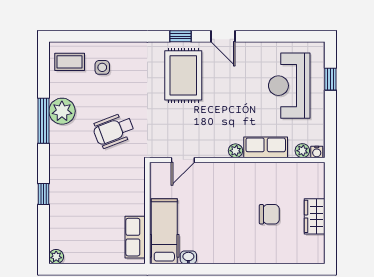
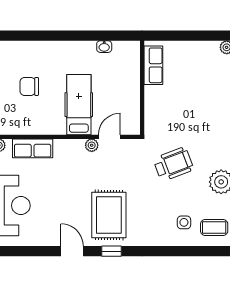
plant: (235, 151) -> (92, 145), moved
hospital bed: (164, 231) -> (79, 105), moved, turned 180

